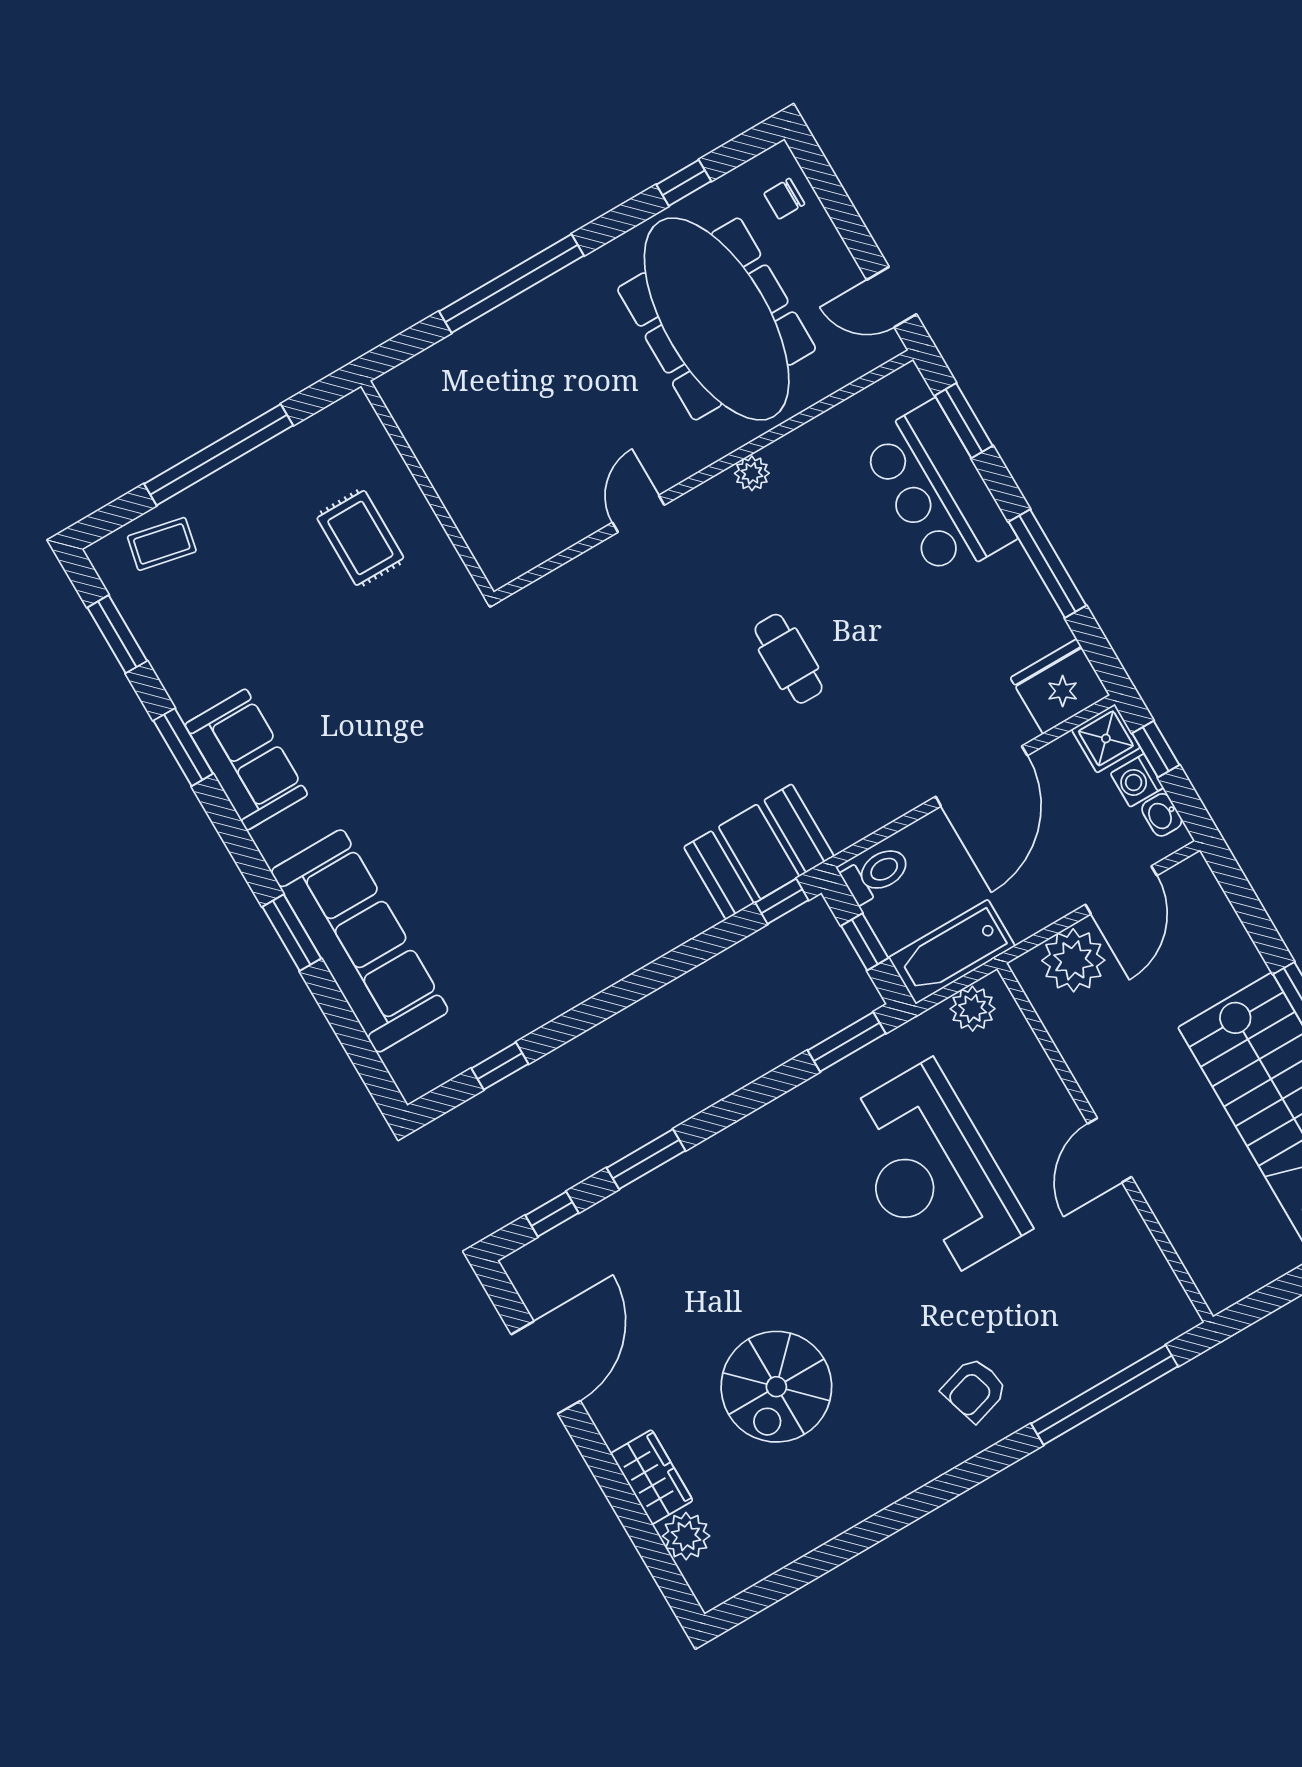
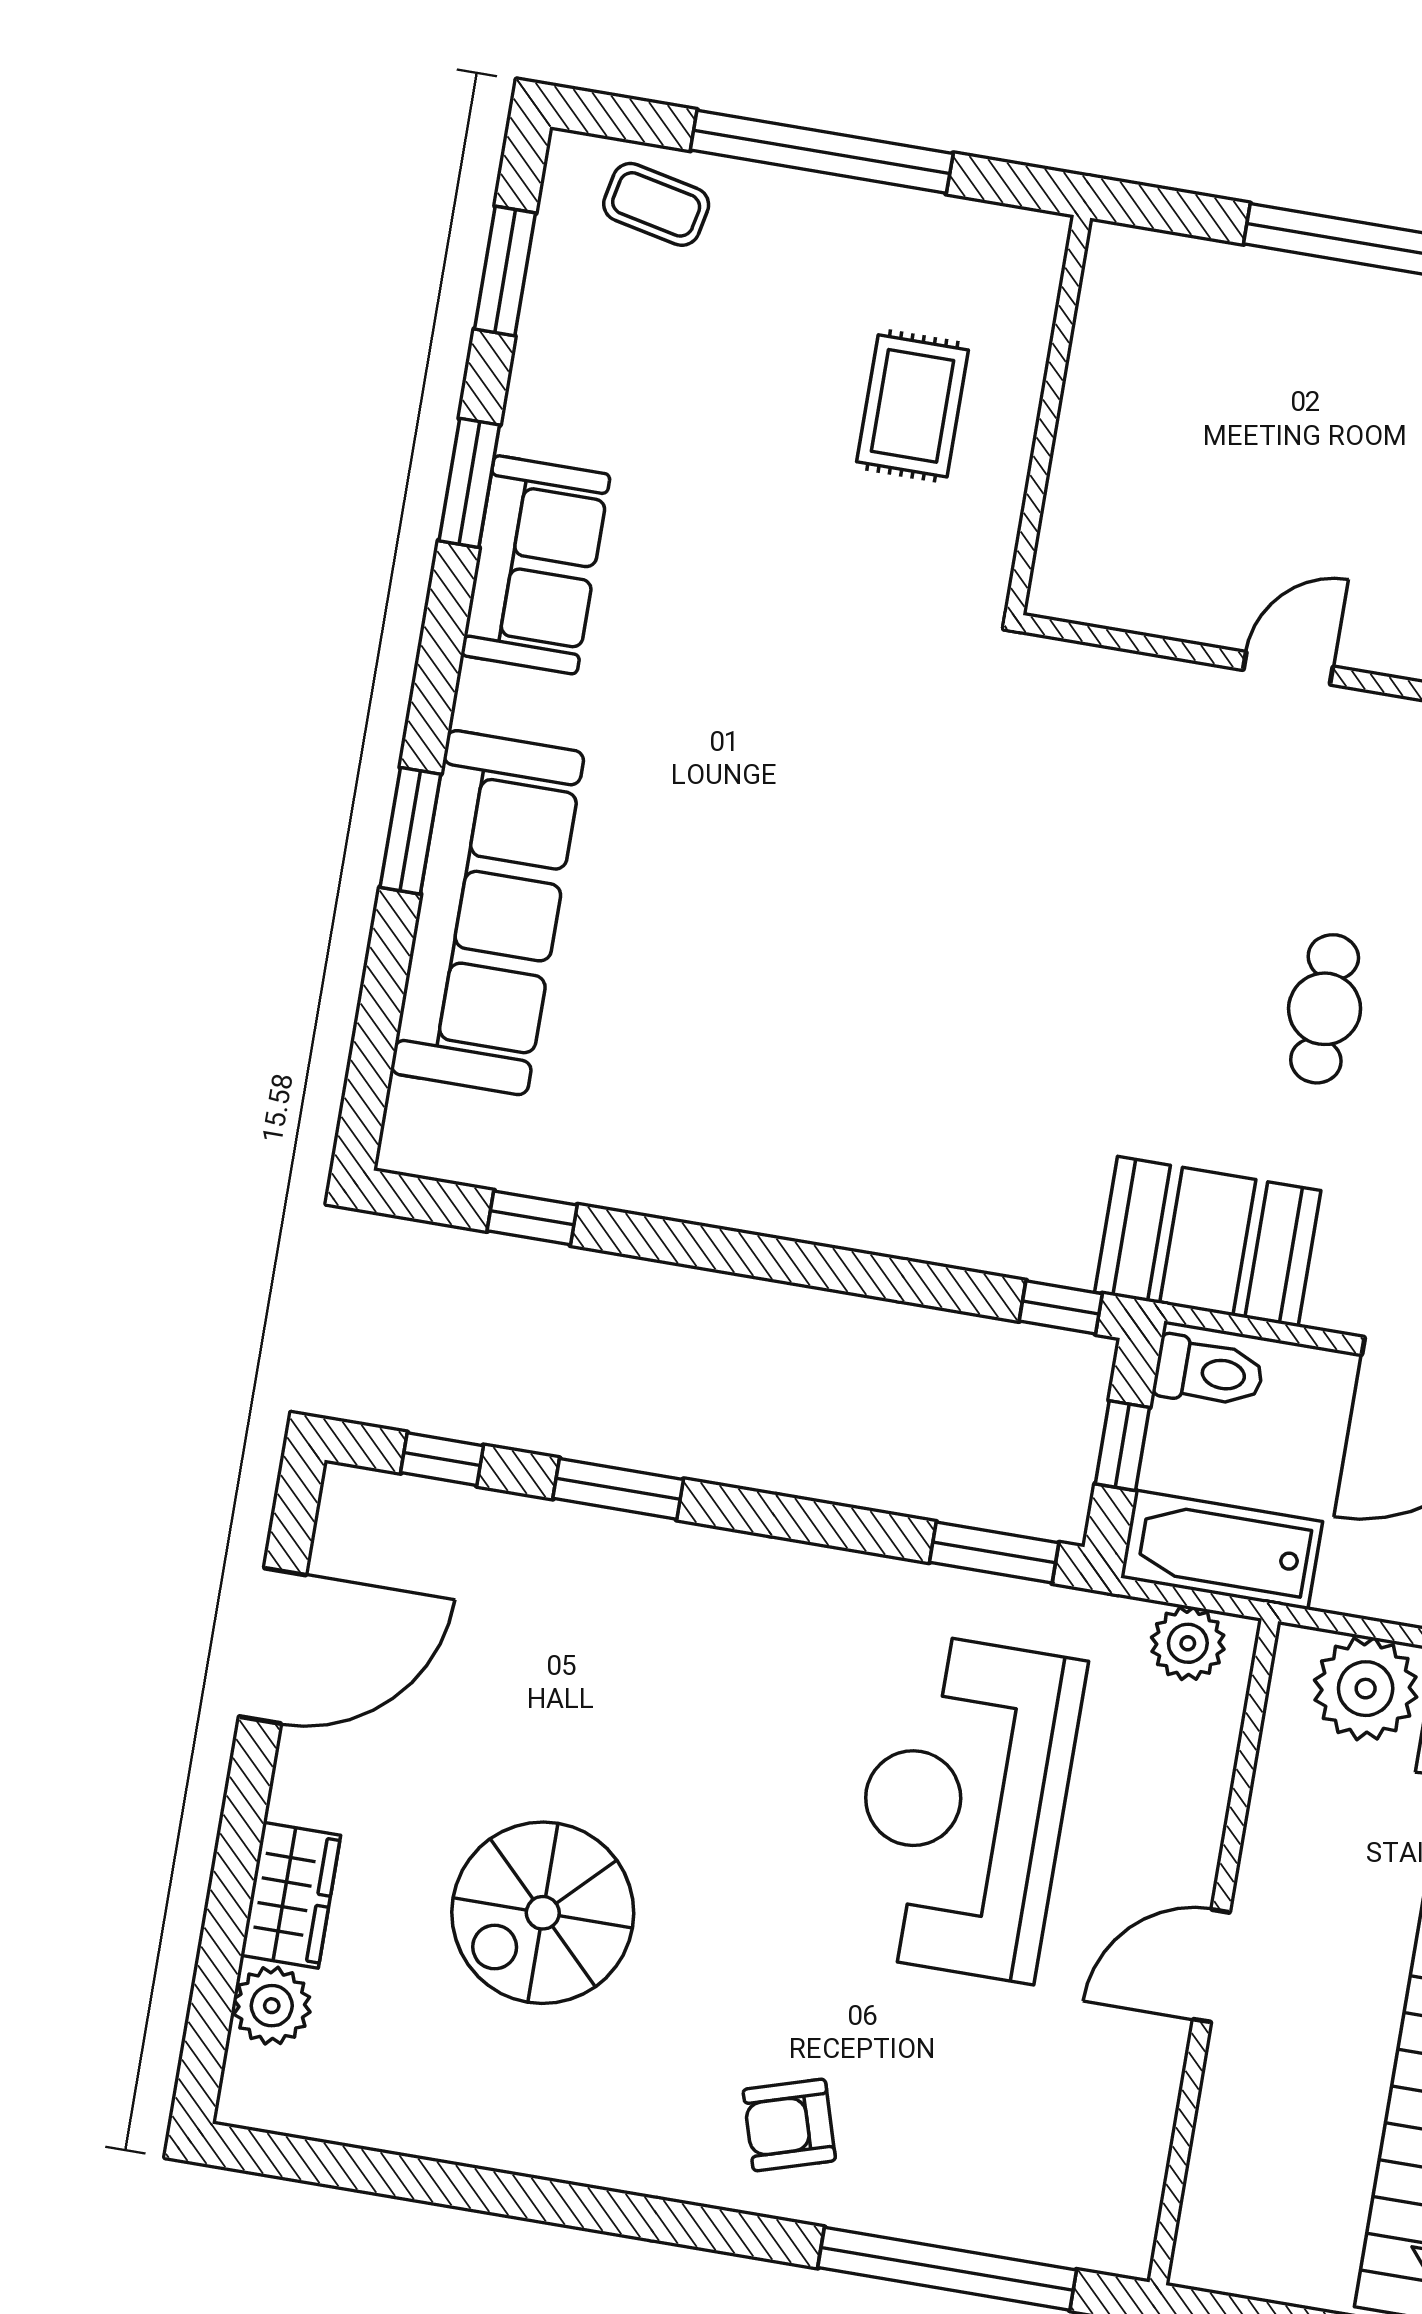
booth: (759, 852) -> (1208, 1241), moved

